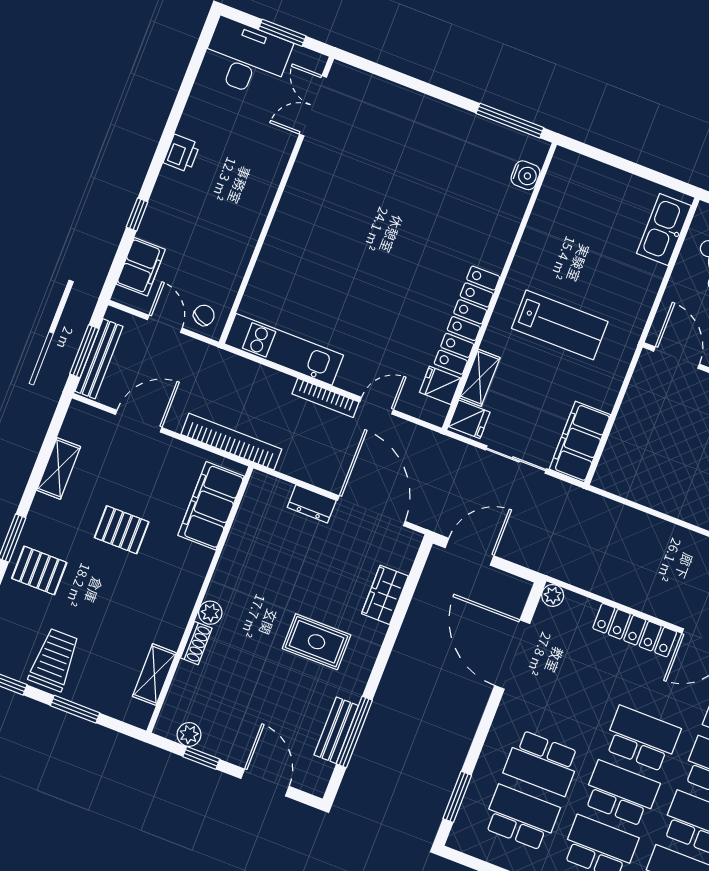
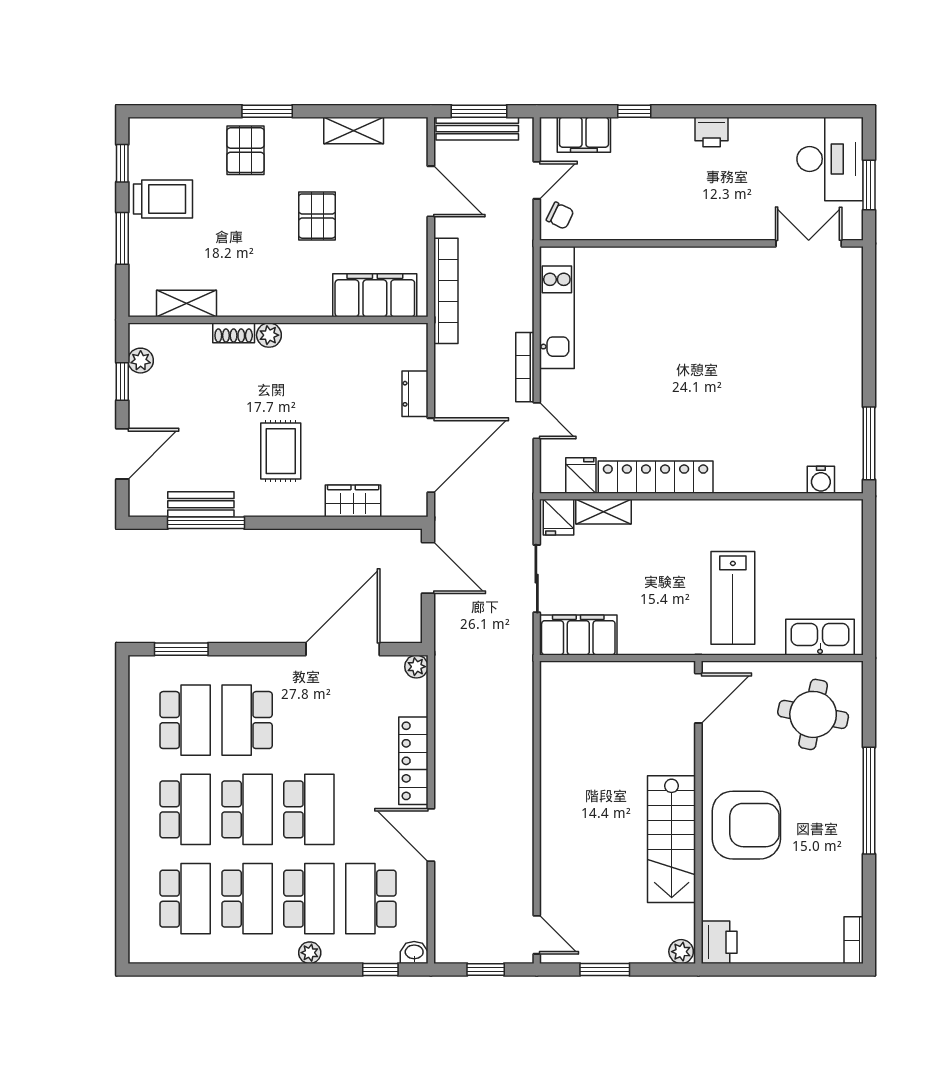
lab bench: (560, 325) -> (733, 598), moved

